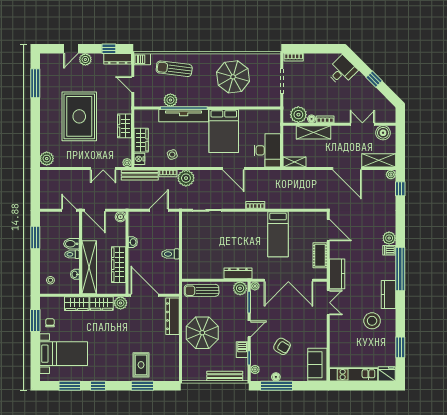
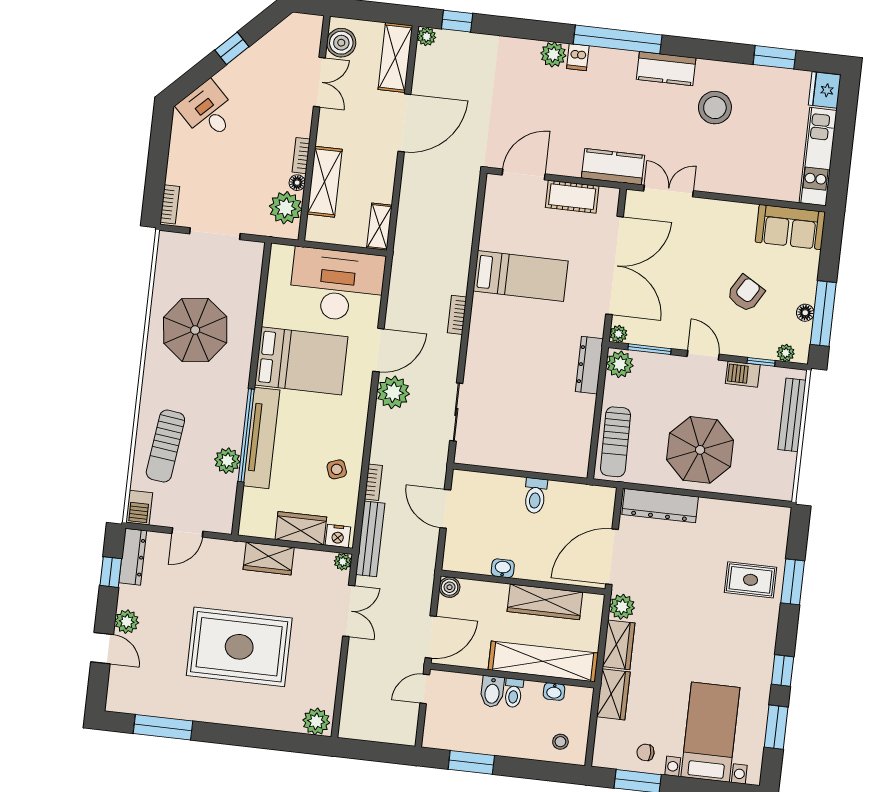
double door: (362, 124) -> (319, 82), swing flipped
desk: (267, 150) -> (337, 285), width x1.36, depth x1.30
plant: (186, 178) -> (393, 392), moved

